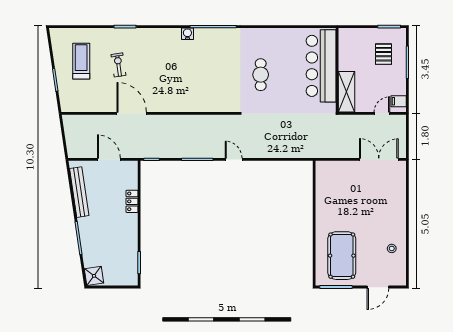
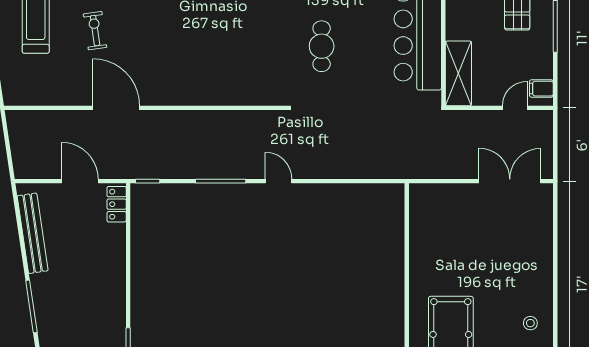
locker: (132, 201) -> (117, 204), moved

